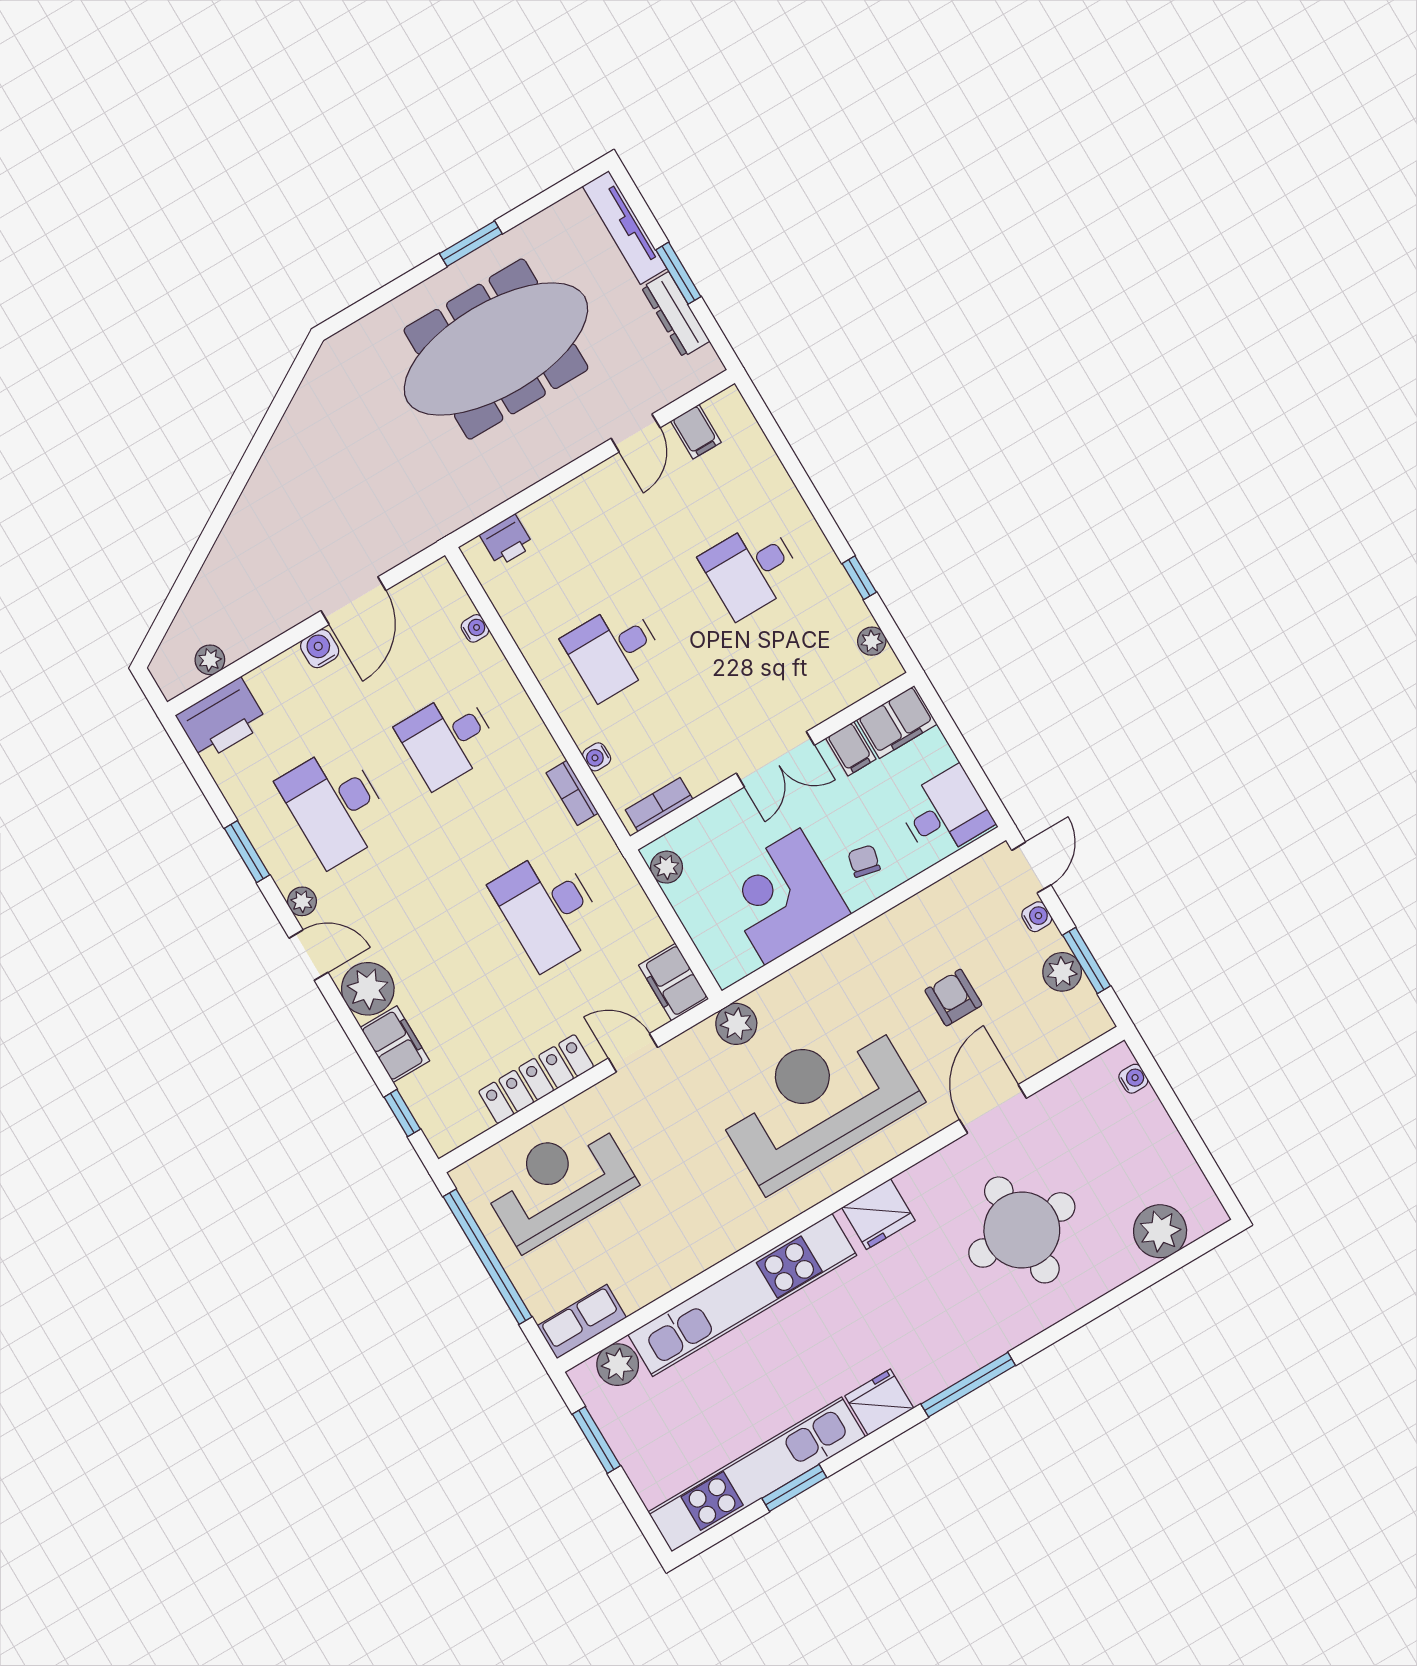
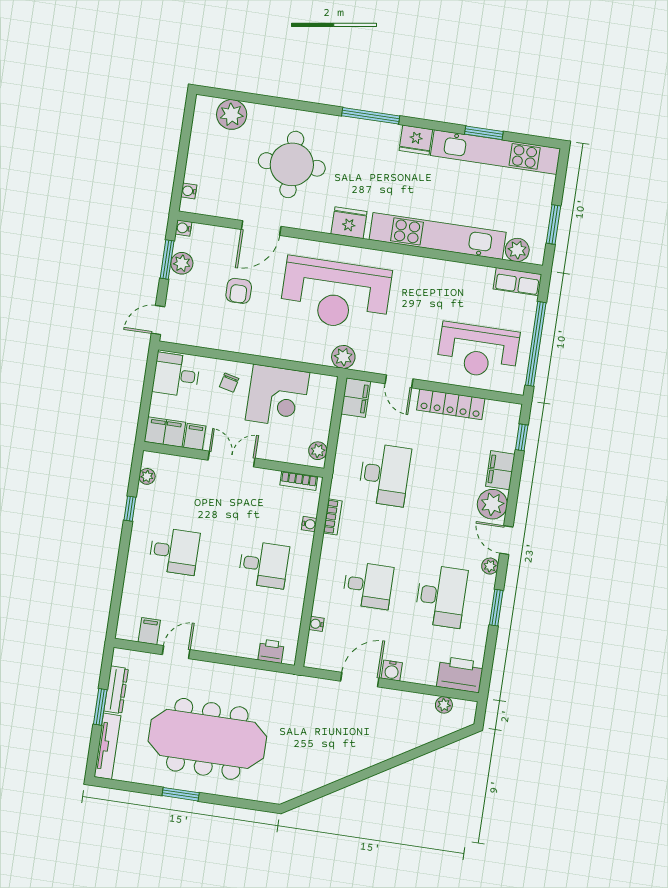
water cooler: (1037, 917) -> (183, 228), moved

